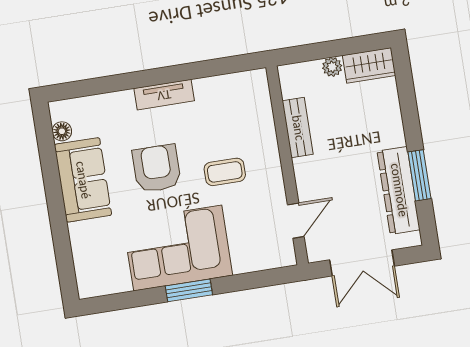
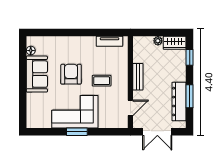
window: (406, 92) -> (190, 57), added
tv unit: (164, 95) -> (109, 41), moved
bench: (298, 128) -> (138, 77), moved

